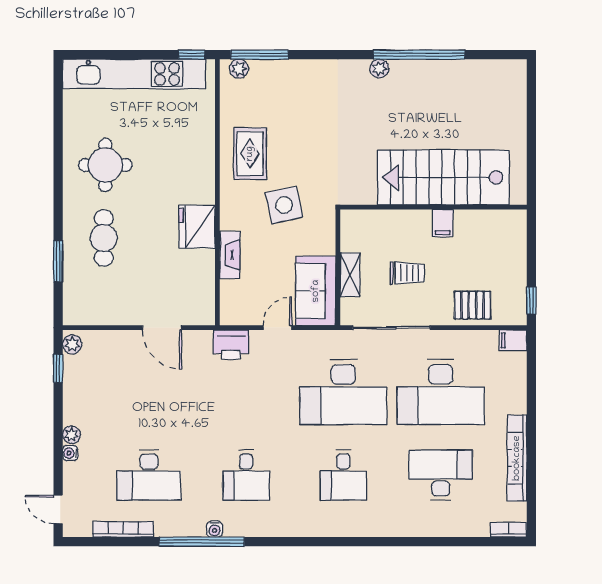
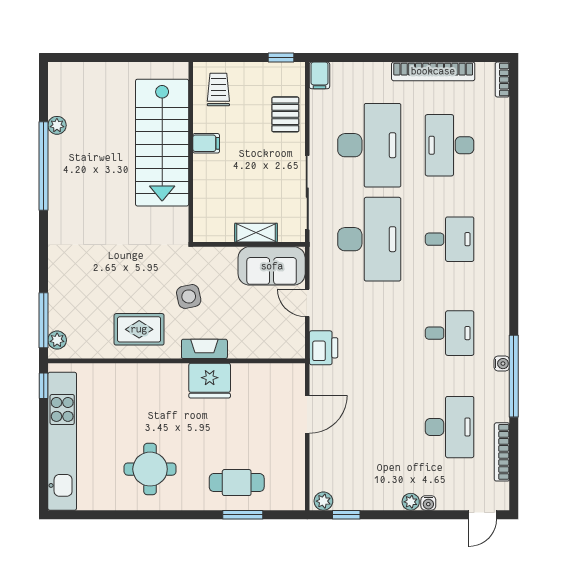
plant: (379, 69) -> (57, 125), moved
side table: (284, 205) -> (189, 296), width x0.73, depth x0.73
cafe table: (104, 238) -> (237, 483), moved
fireplace: (230, 255) -> (204, 349), moved
trolley: (407, 273) -> (218, 90), moved

